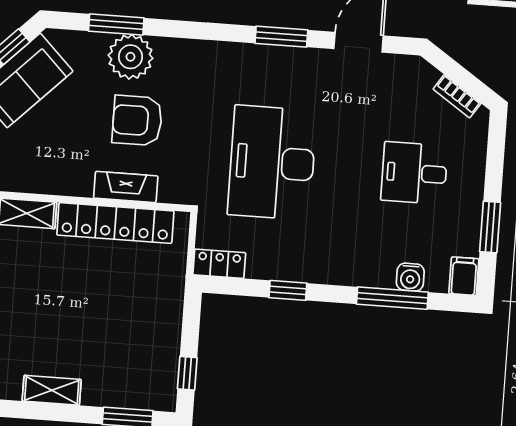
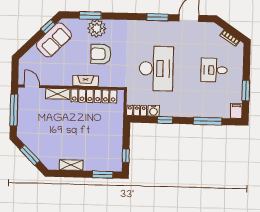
desk: (272, 163) -> (156, 69), turned 180
fireplace: (126, 187) -> (86, 81), moved
water cooler: (410, 277) -> (154, 111), moved

